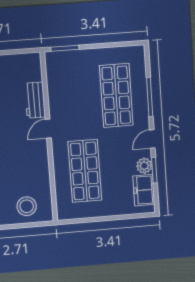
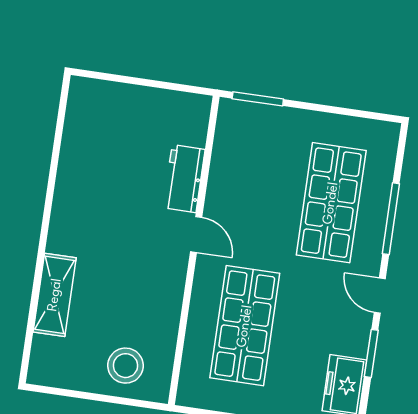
door: (48, 129) -> (196, 235), swing flipped
door: (152, 139) -> (380, 296), hinge flipped
plant: (144, 166) -> (355, 341), removed

